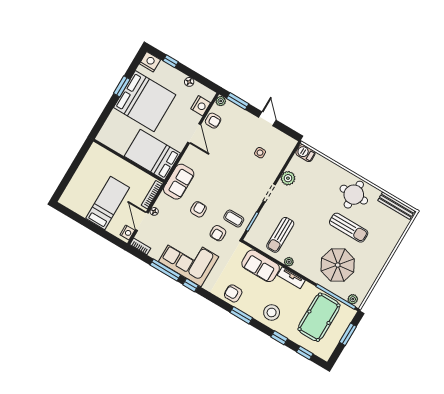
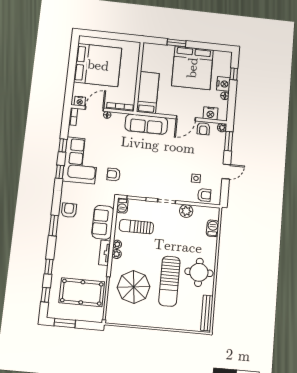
nightstand: (150, 62) -> (223, 84), moved
window: (122, 86) -> (177, 43), moved
barbecue: (305, 153) -> (213, 228), moved
bed: (152, 155) -> (148, 92), width x0.67
sofa: (179, 182) -> (146, 124), width x1.36
bed: (108, 203) -> (98, 65), width x2.04
armchair: (198, 209) -> (204, 195), moved
coffee table: (234, 219) -> (132, 182), removed
sun lounger: (349, 228) -> (169, 281), width x1.36, depth x1.34
barbecue: (253, 239) -> (122, 206), added
window: (165, 270) -> (63, 145), width x0.46
plant: (353, 299) -> (117, 254), moved
stool: (272, 312) -> (67, 250), removed
window: (348, 334) -> (65, 323), moved

